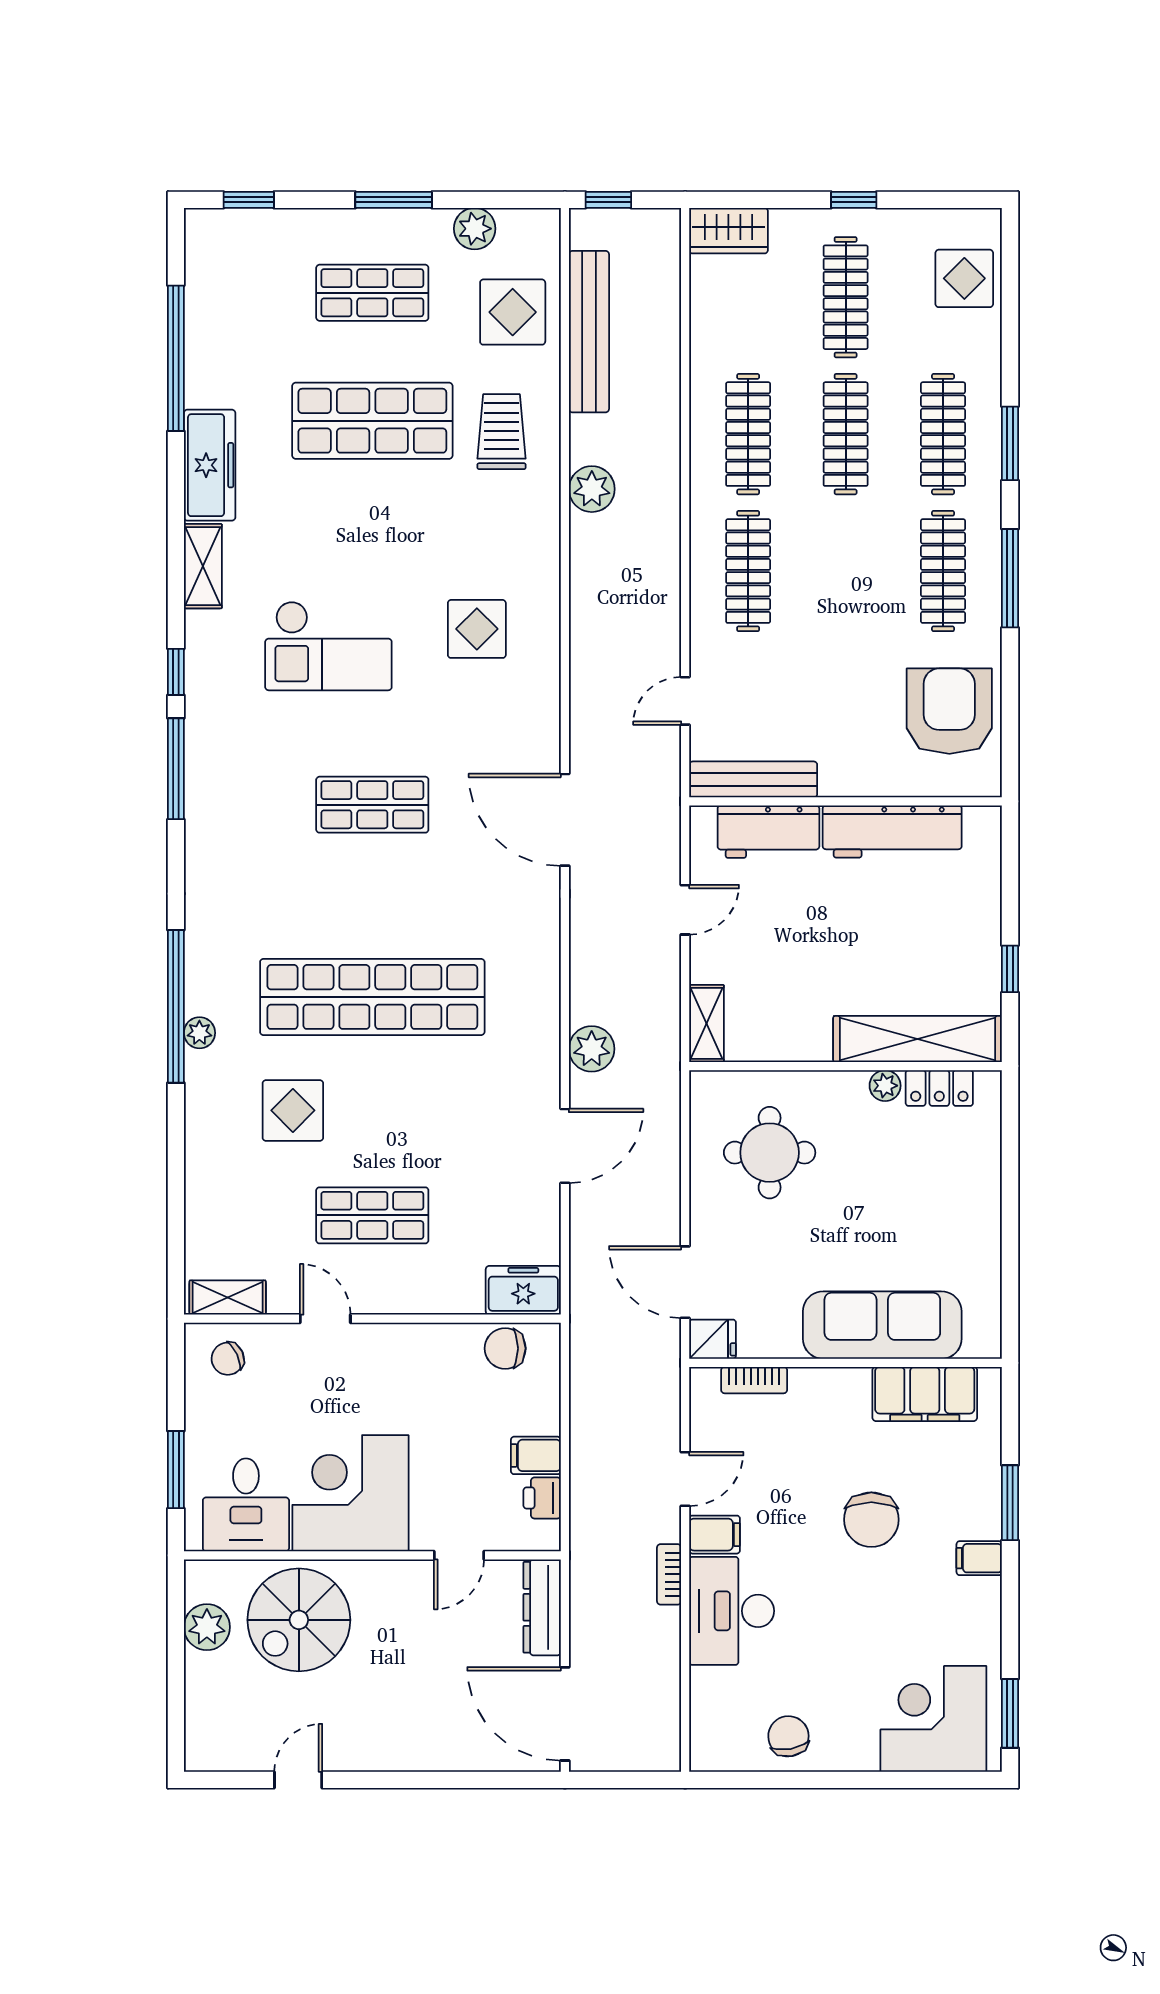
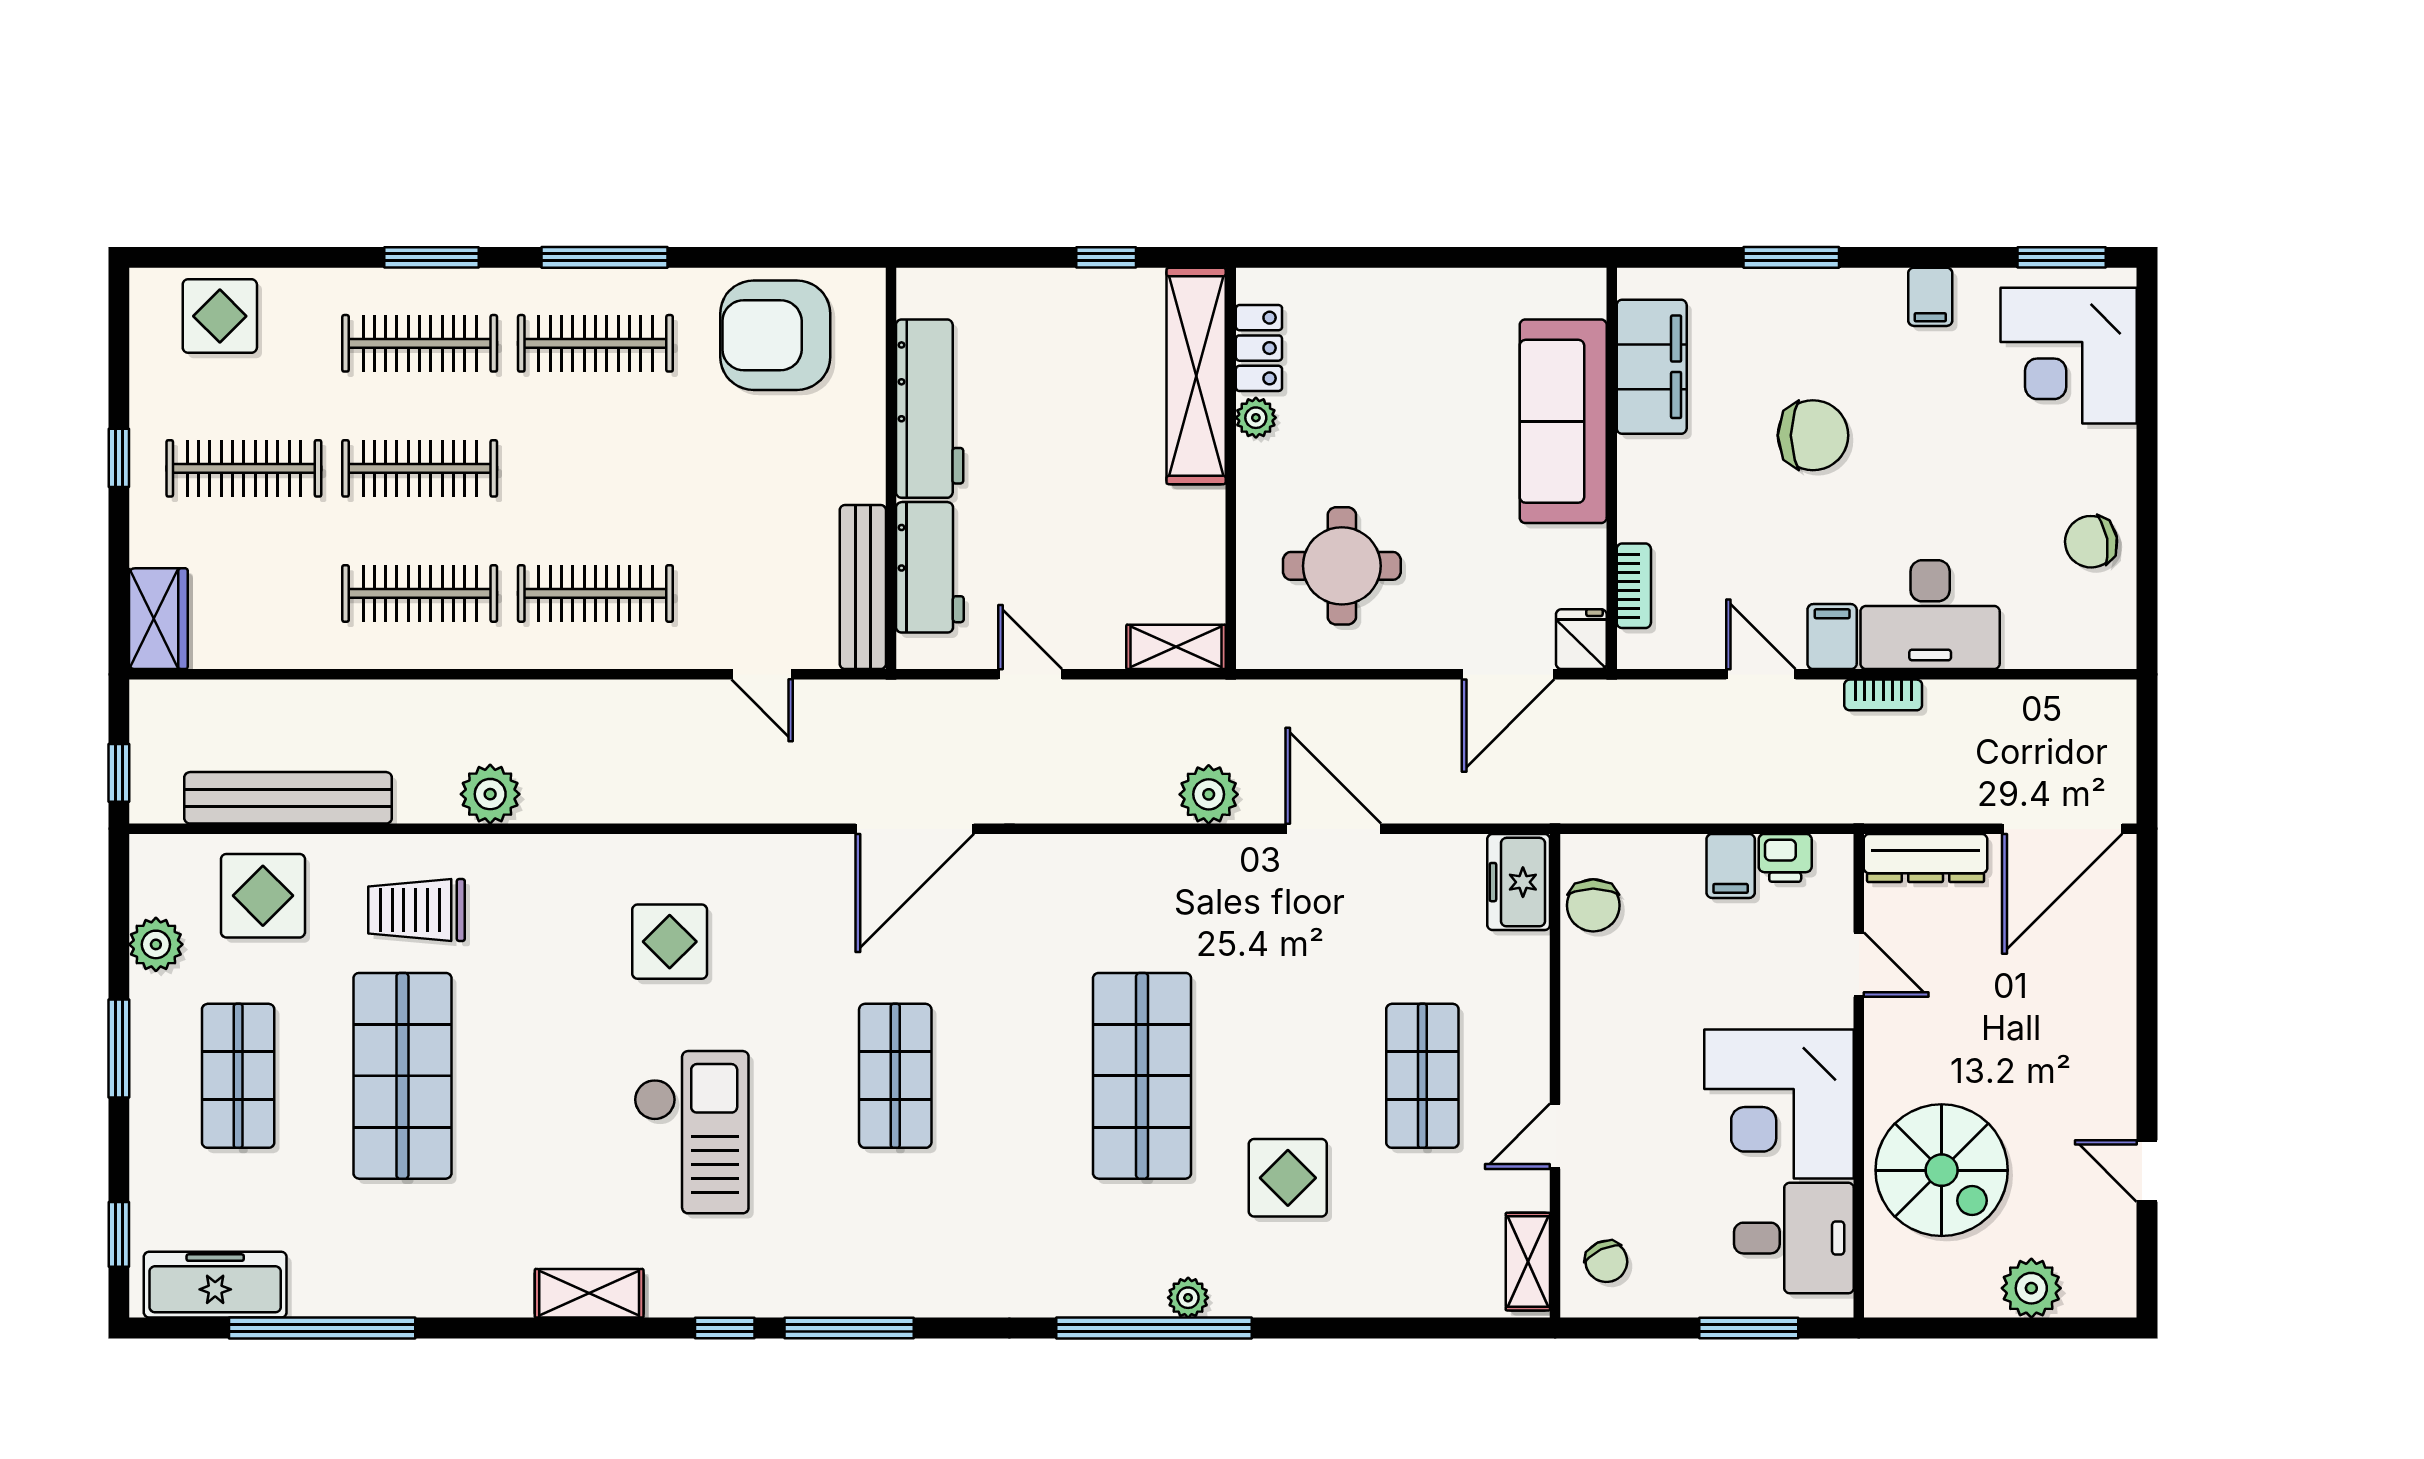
freezer: (210, 465) -> (215, 1285), moved
shop shelf: (372, 997) -> (1142, 1076), width x0.71
filing cabinet: (979, 1558) -> (1930, 297), moved
plant: (207, 1627) -> (2031, 1288), moved

